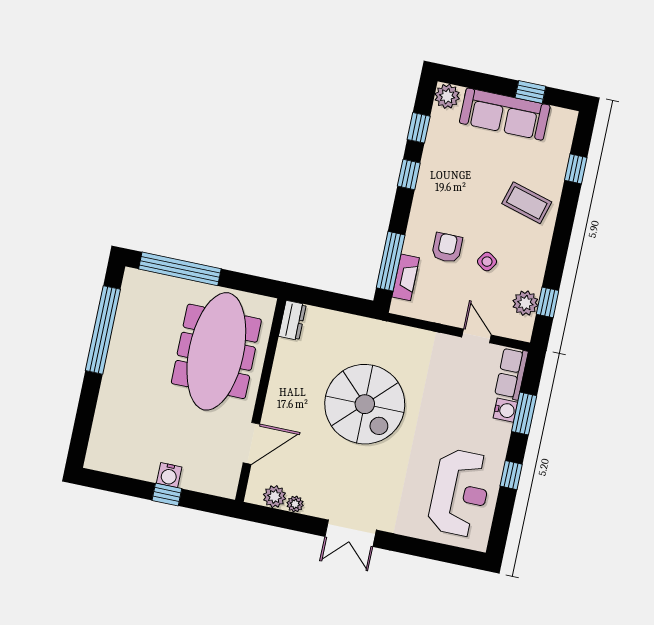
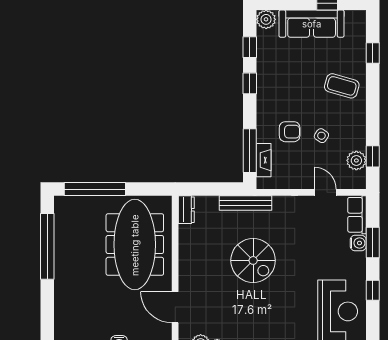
armchair: (447, 248) -> (290, 132), turned 90
bench: (371, 328) -> (246, 203), added
spiral stairs: (365, 404) -> (253, 260), width x0.73, depth x0.73
door: (251, 443) -> (175, 307), swing flipped

